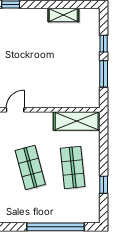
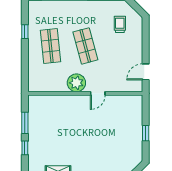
shelving: (77, 121) -> (47, 84), removed
plant: (41, 123) -> (76, 83), added

